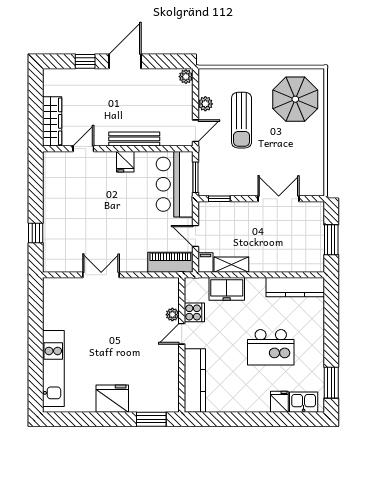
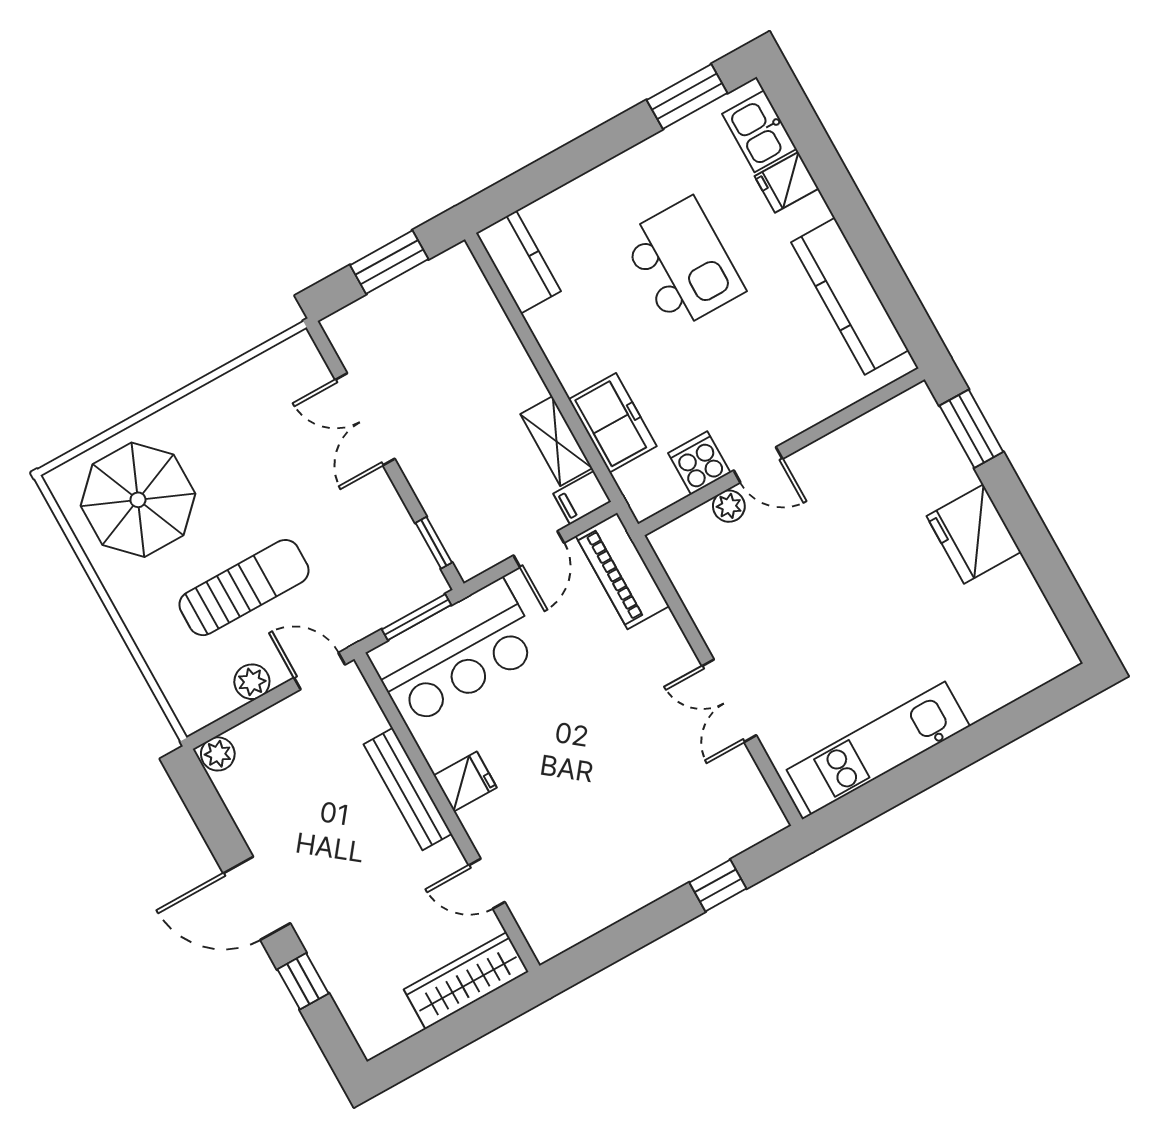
kitchen counter: (295, 287) -> (518, 262), width x0.67
kitchen unit: (53, 368) -> (878, 748), moved
kitchen counter: (195, 380) -> (850, 296), moved, turned -90

